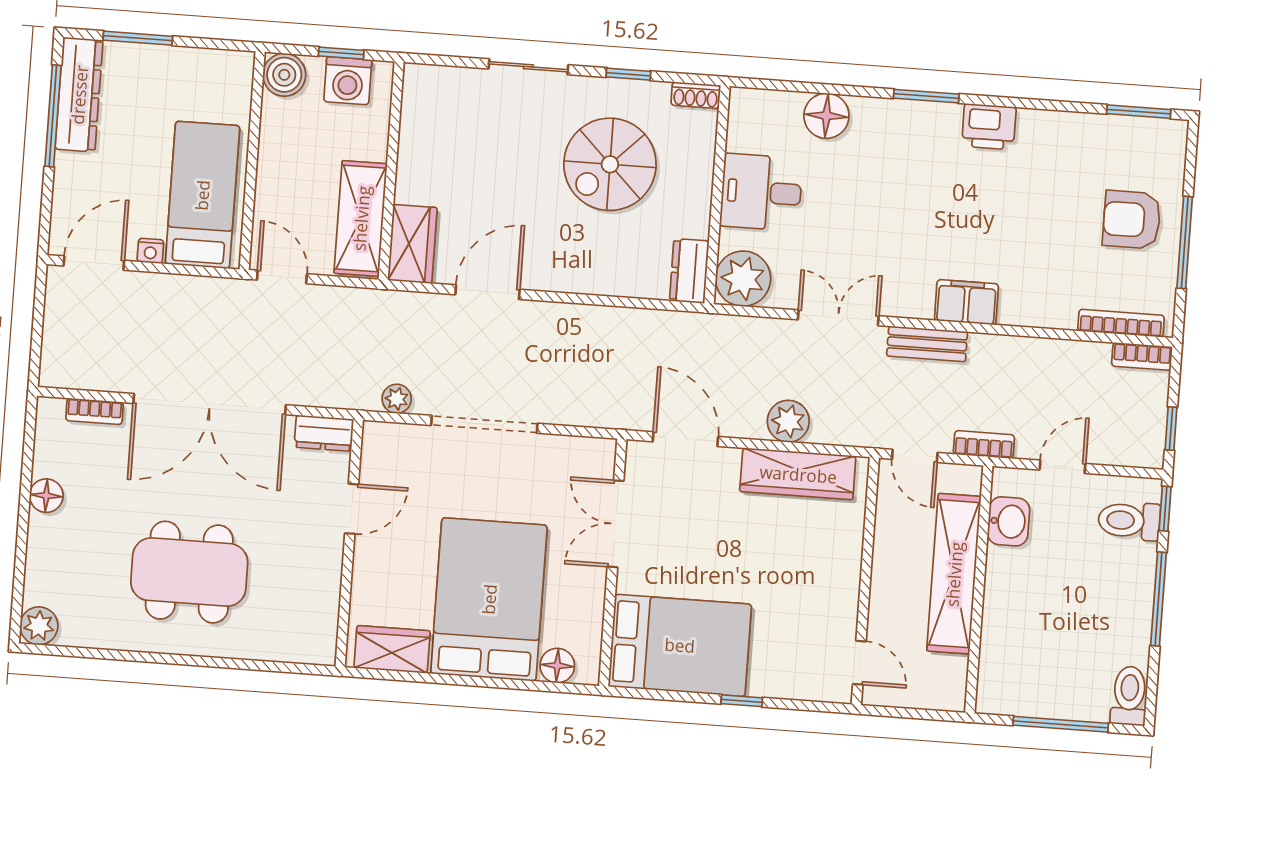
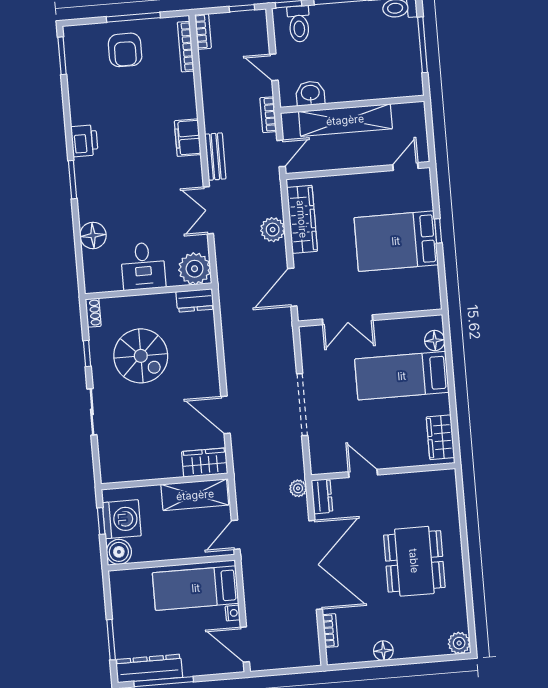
washing machine: (348, 81) -> (122, 519), width x1.37, depth x1.37
plant: (397, 399) -> (298, 488), moved
bed: (489, 599) -> (402, 376), width x0.67
bed: (680, 645) -> (396, 241), moved, turned -90

